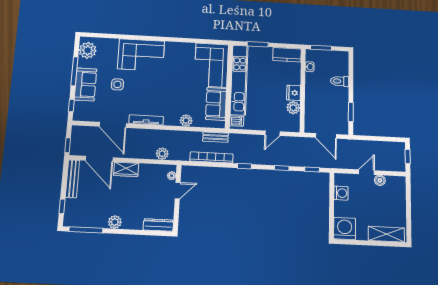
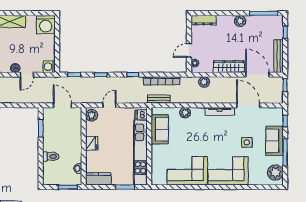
corner sofa: (211, 65) -> (187, 171), moved, turned -90
plant: (293, 108) -> (92, 115), moved
wardrobe: (126, 169) -> (229, 67), width x1.50
washing machine: (341, 193) -> (49, 67), moved

